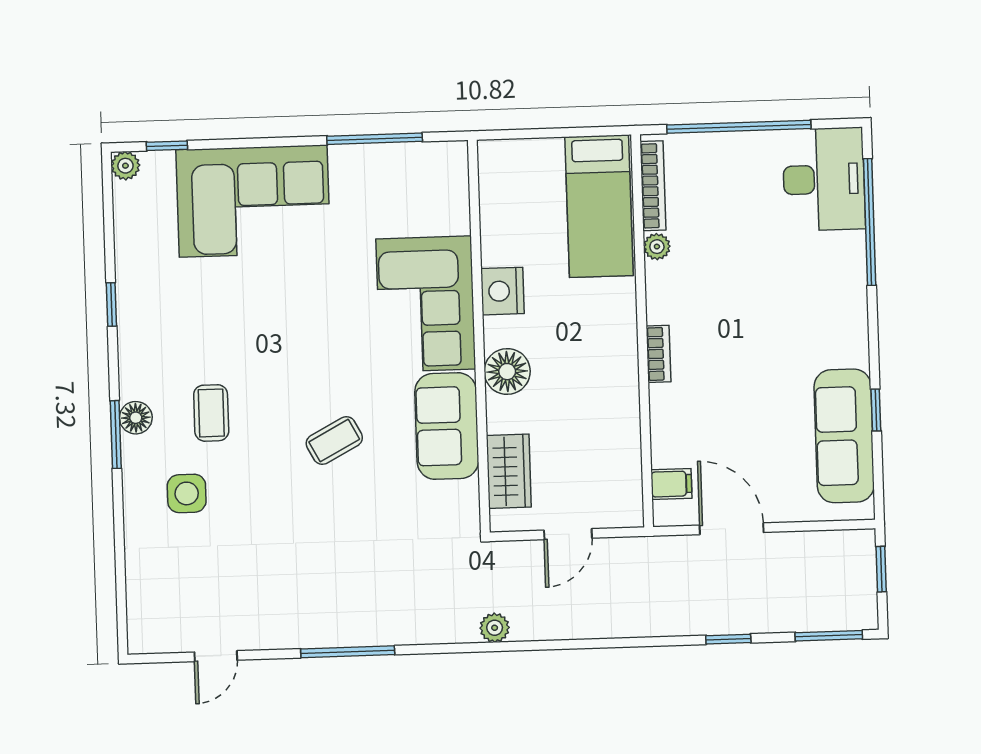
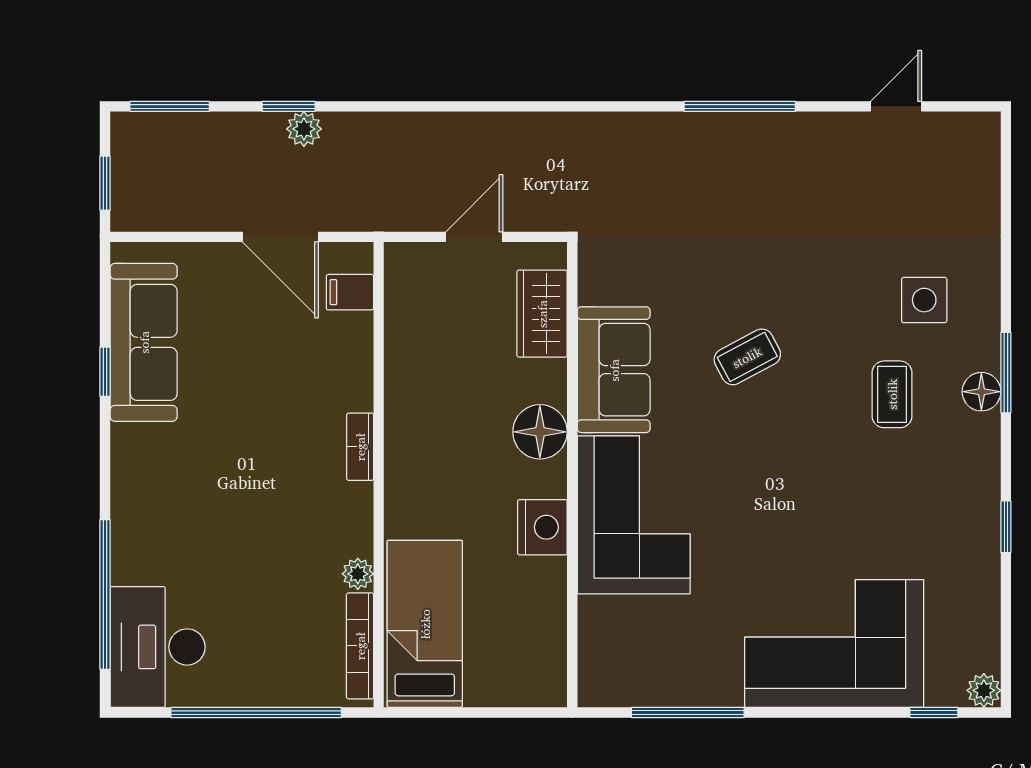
plant: (495, 628) -> (304, 129), moved

